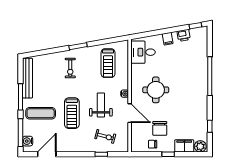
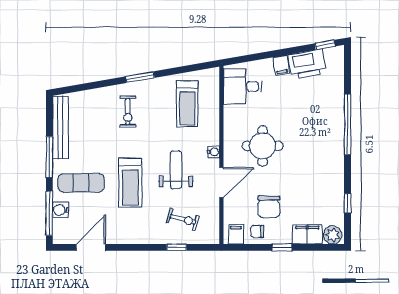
printer: (184, 35) -> (307, 64), width x1.87, depth x1.48
door: (130, 113) -> (221, 183), hinge flipped
water cooler: (28, 141) -> (61, 210), moved
filing cabinet: (139, 146) -> (236, 234), added

